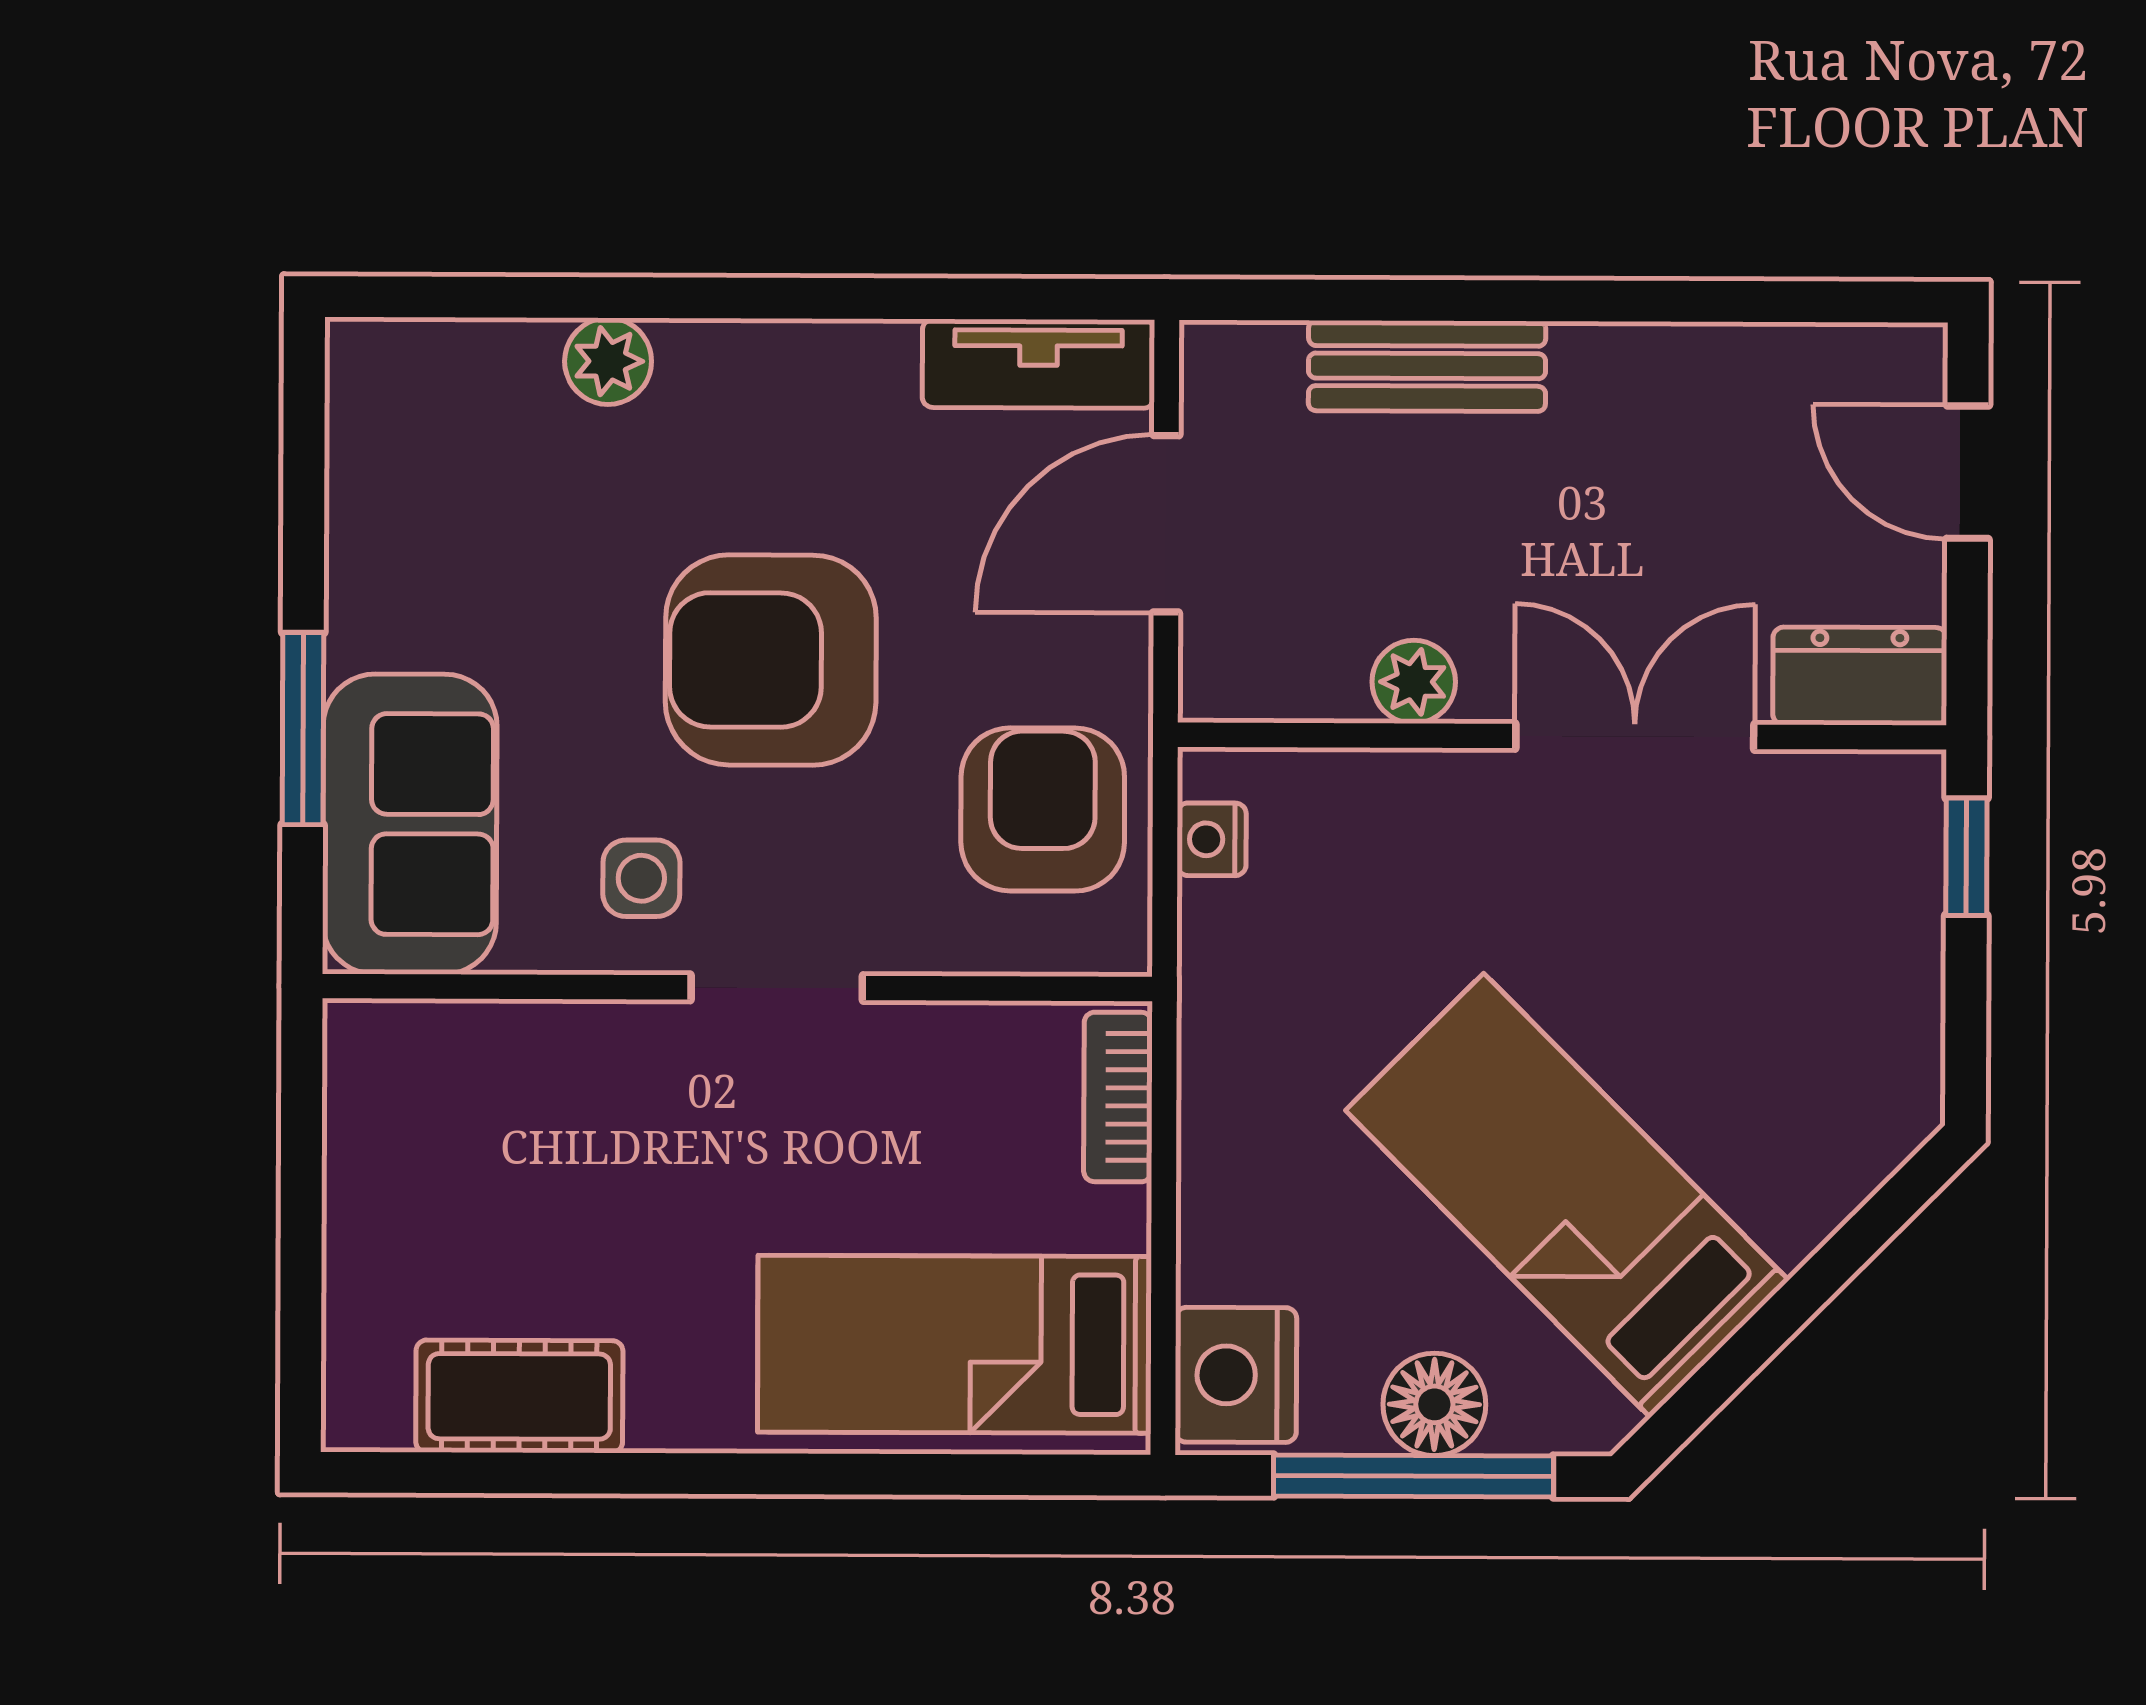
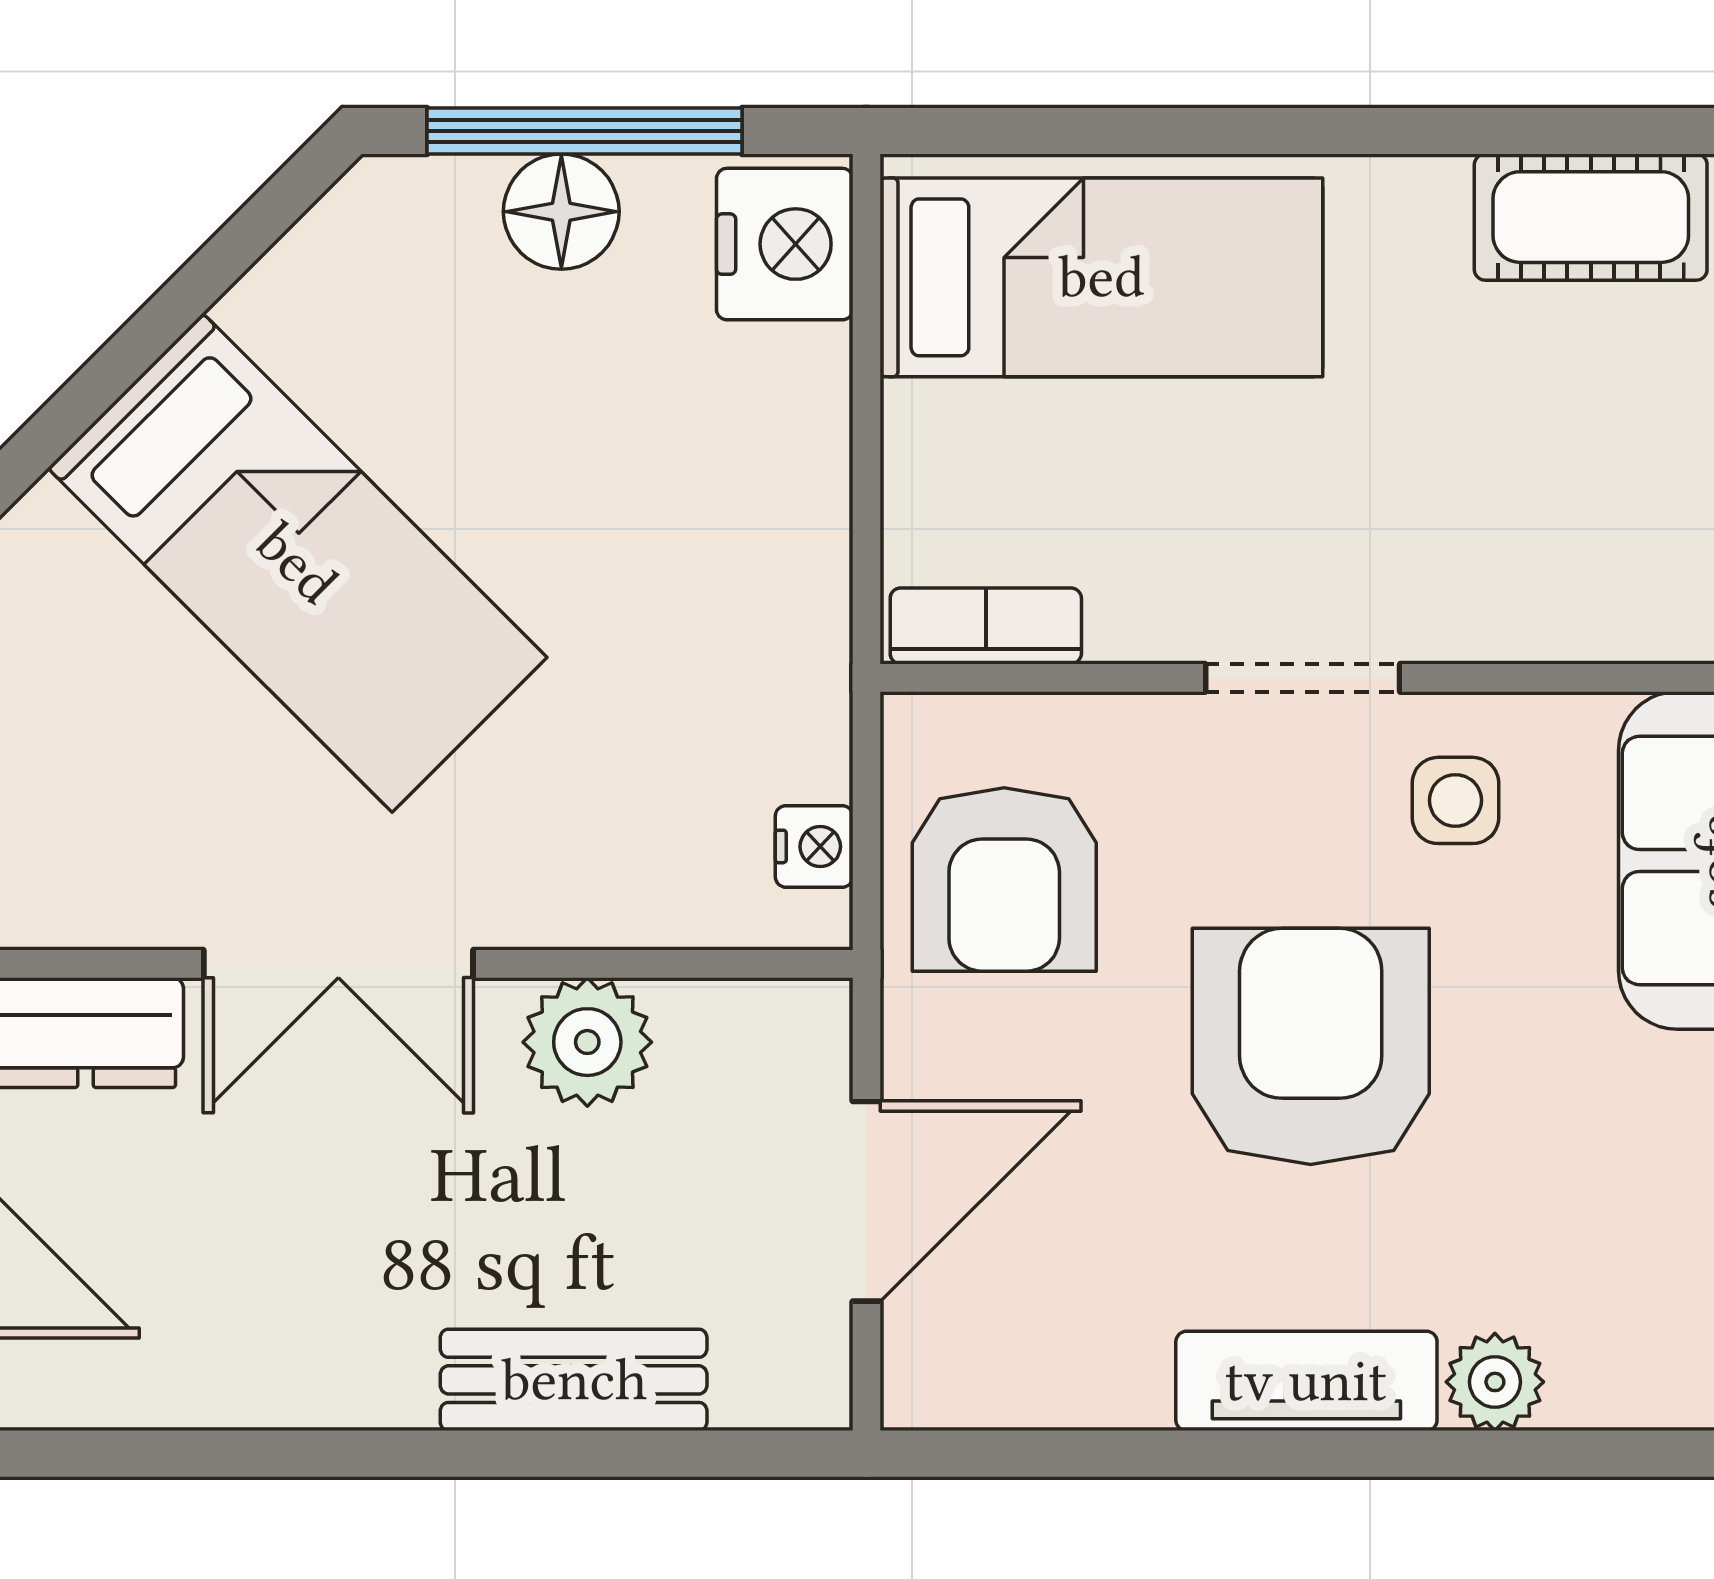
tv unit: (1038, 364) -> (1306, 1381), moved
armchair: (771, 660) -> (1311, 1046), turned -90
plant: (1414, 682) -> (587, 1042), width x1.38, depth x1.38
bookcase: (1118, 1097) -> (986, 626), moved, turned -90
bed: (1567, 1195) -> (297, 563), moved

